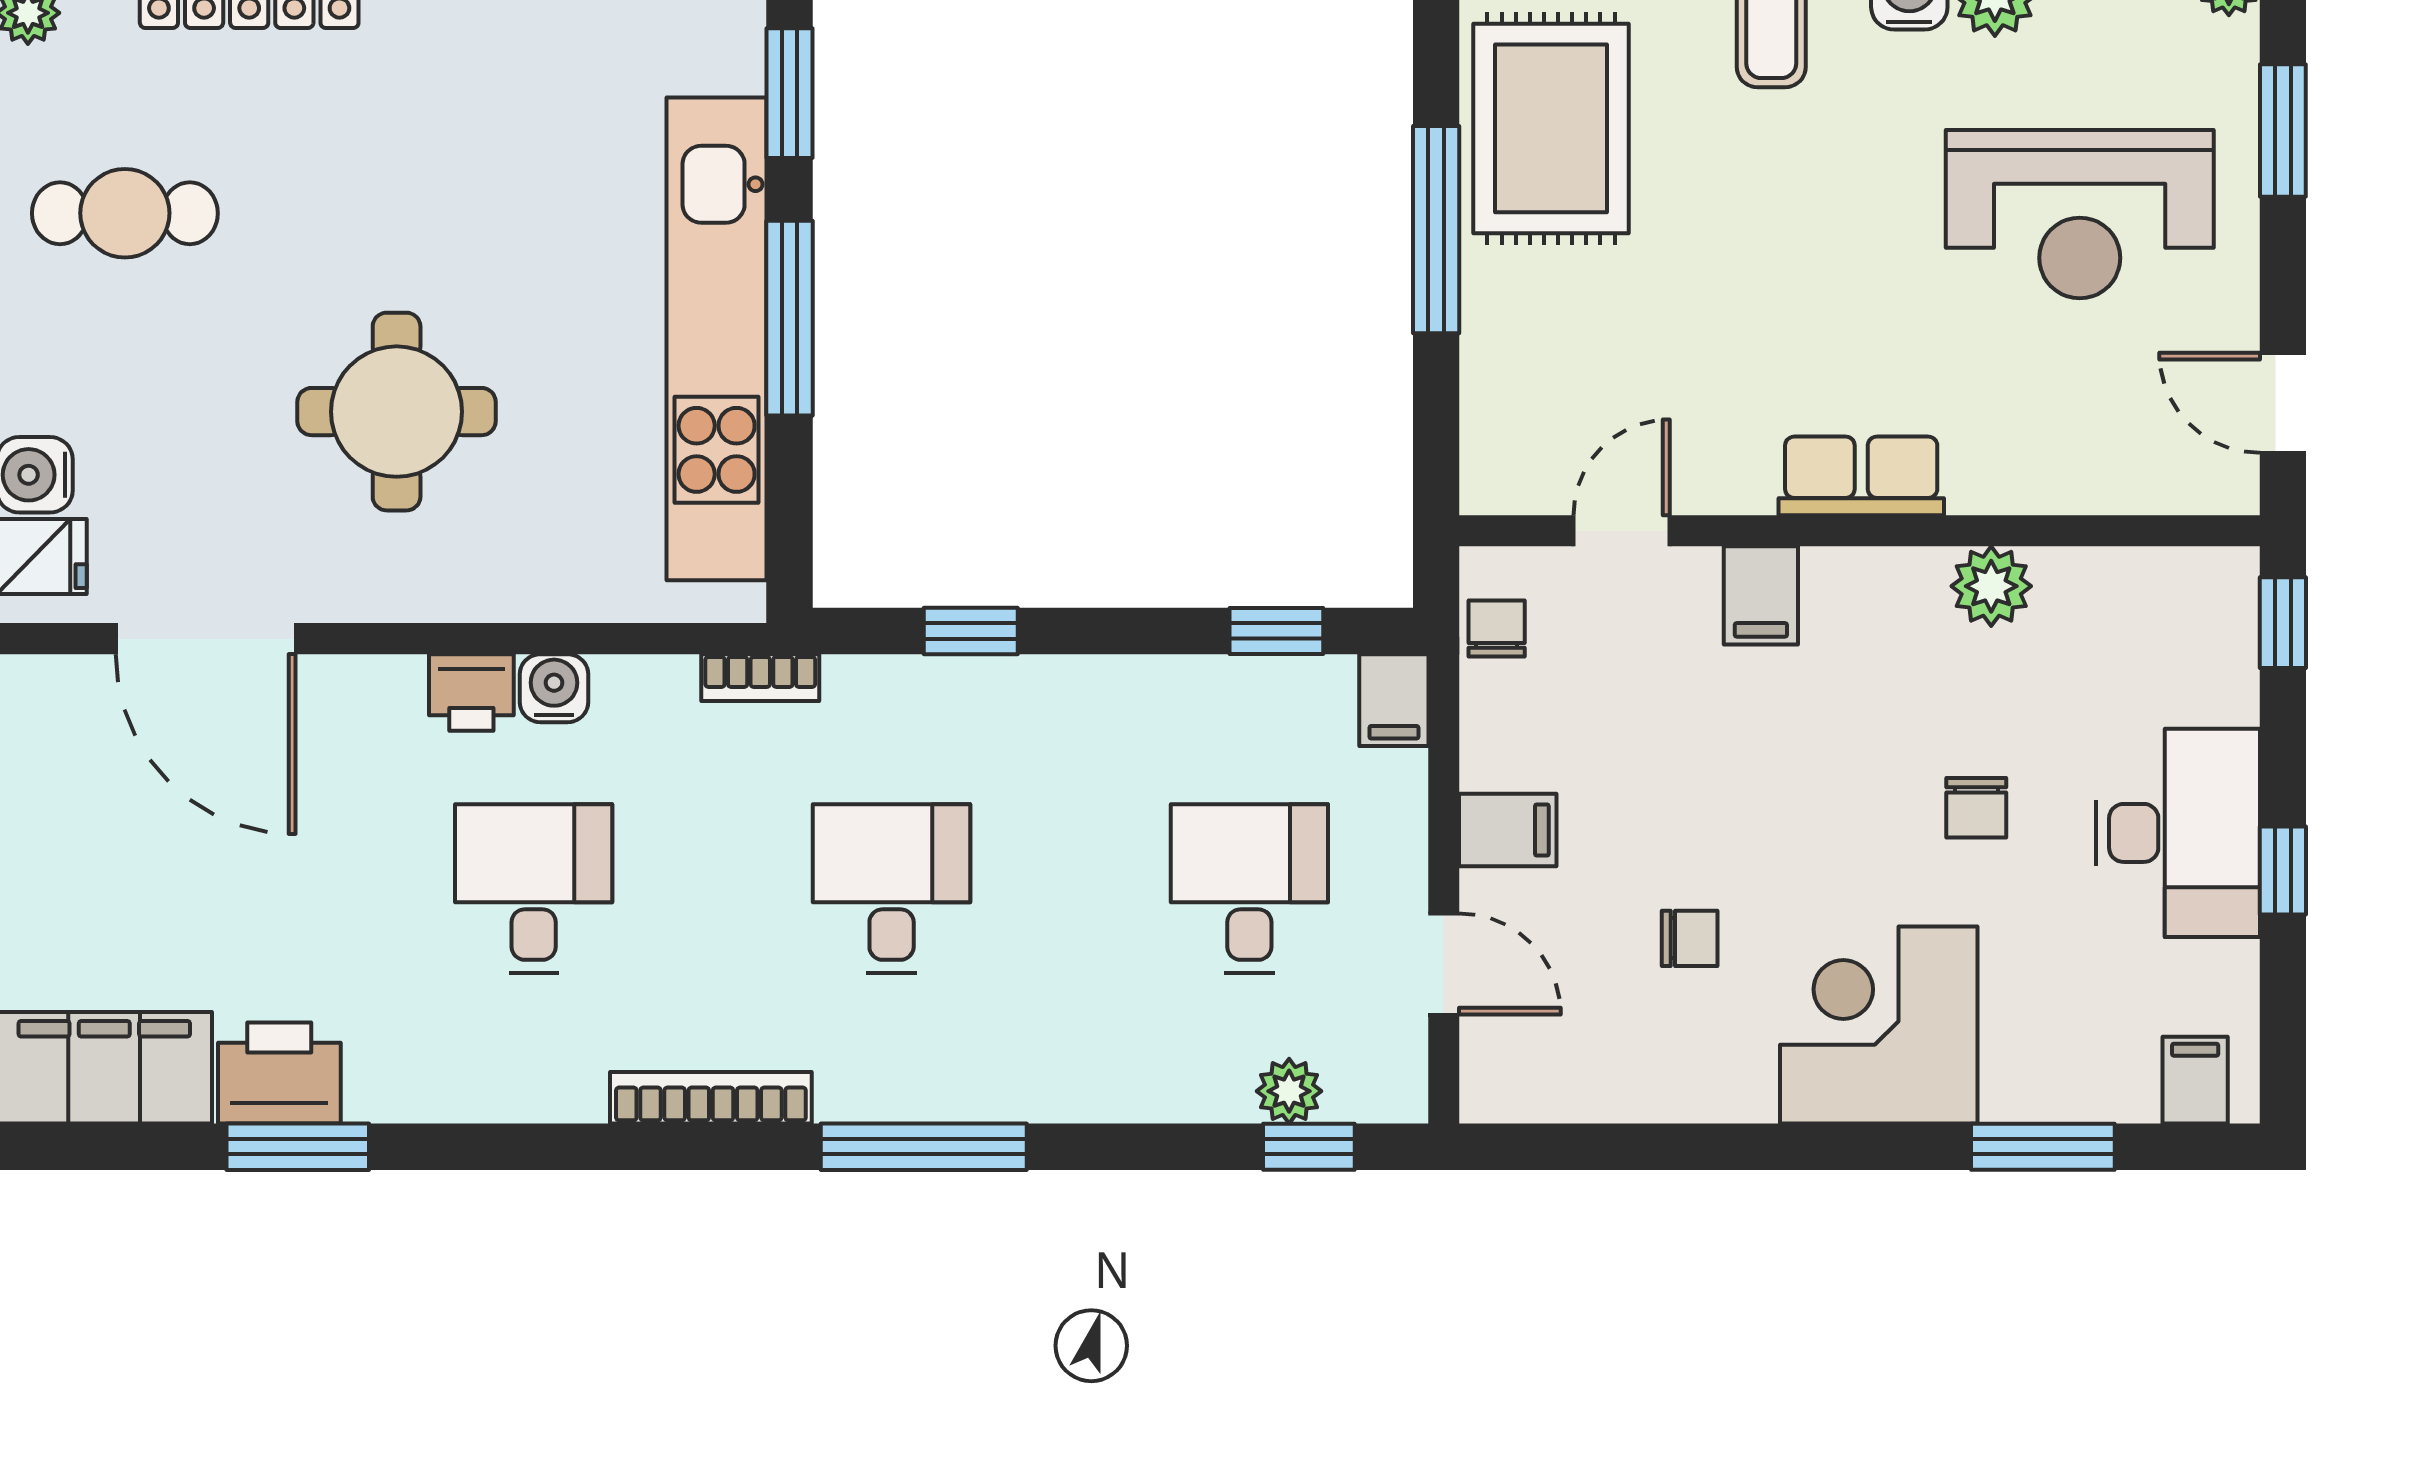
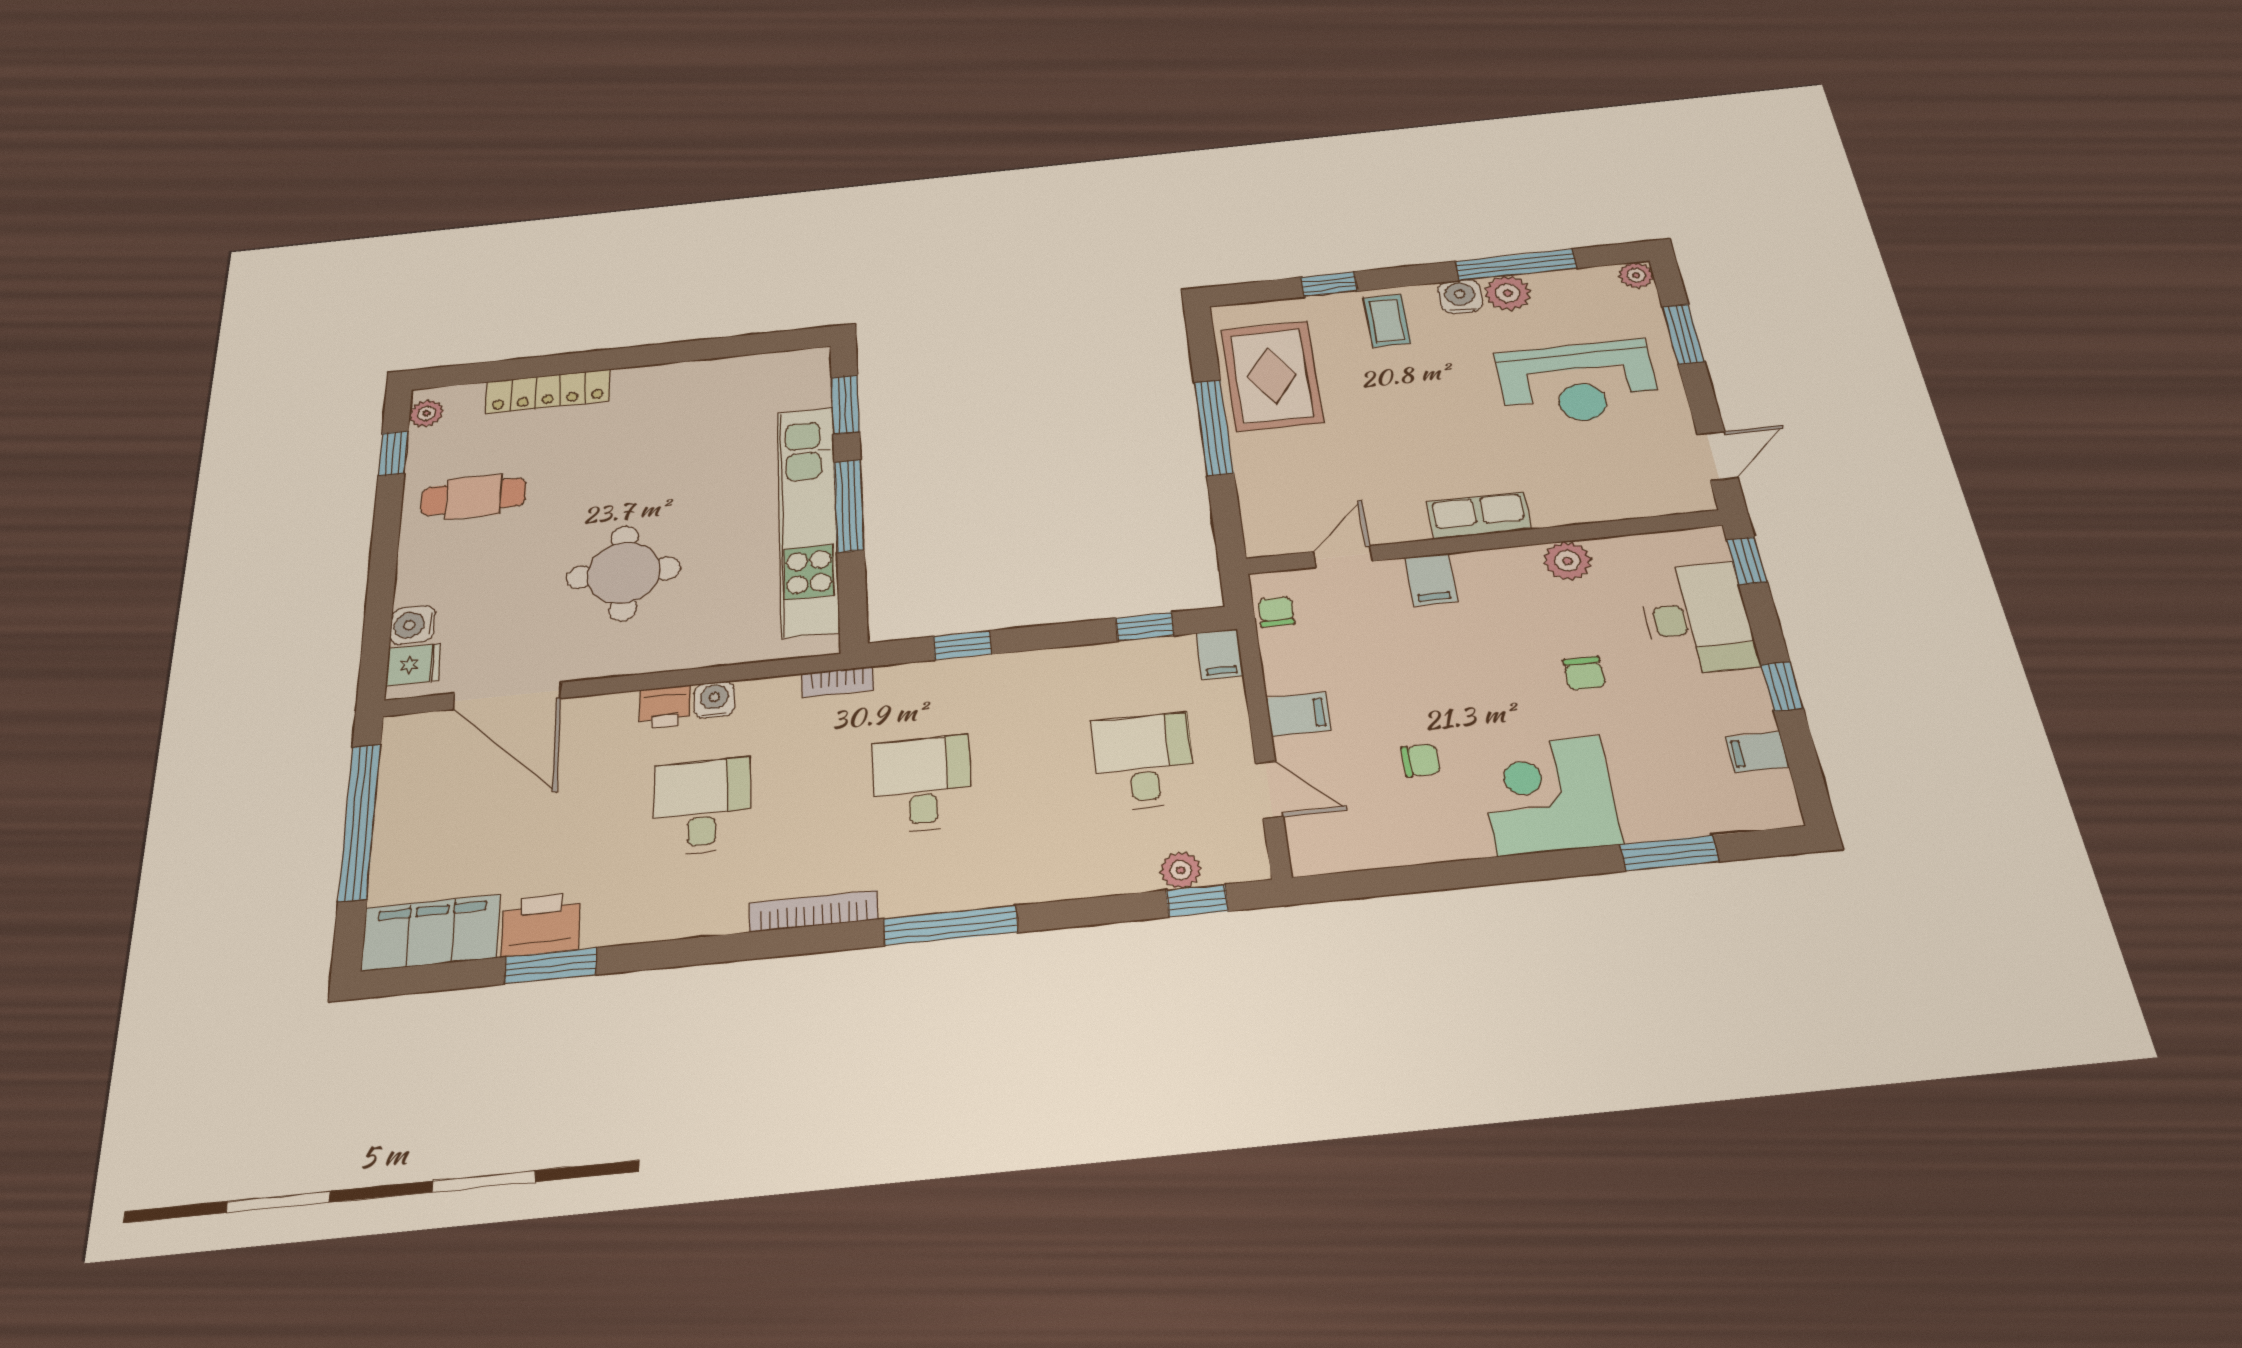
door: (2283, 403) -> (1717, 456), swing flipped
desk: (2178, 833) -> (1697, 618), moved
filing cabinet: (2195, 1080) -> (1757, 752), moved, turned -90

